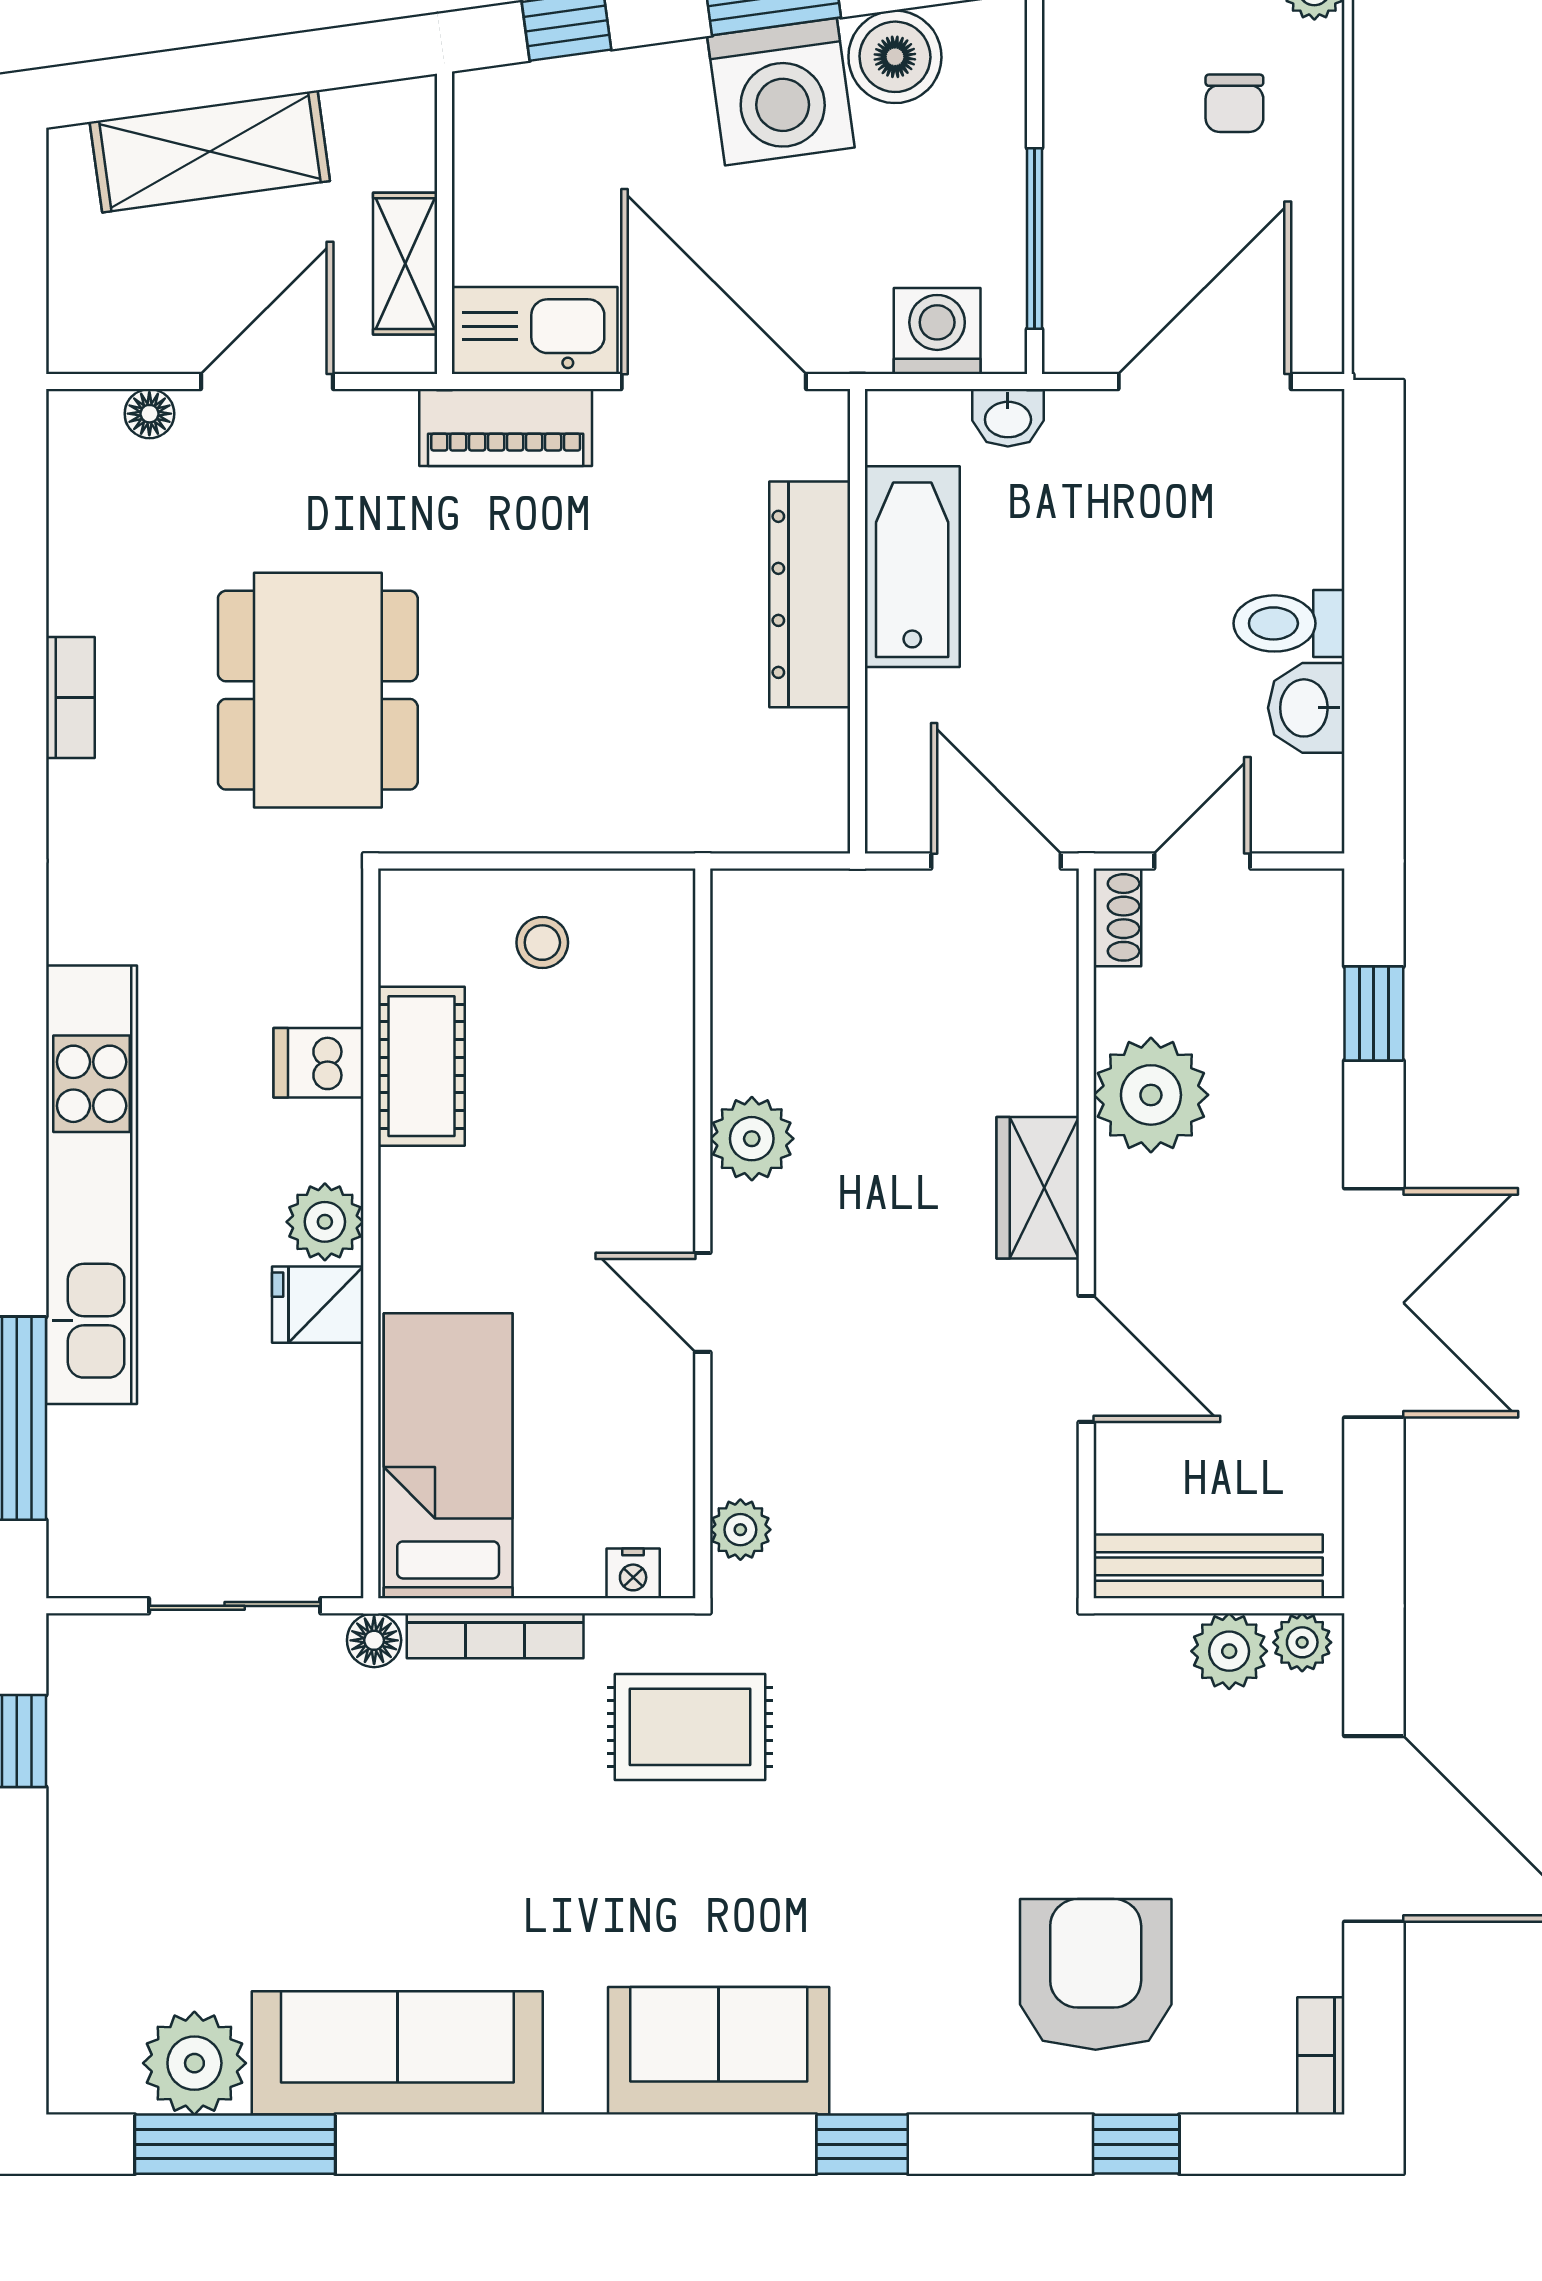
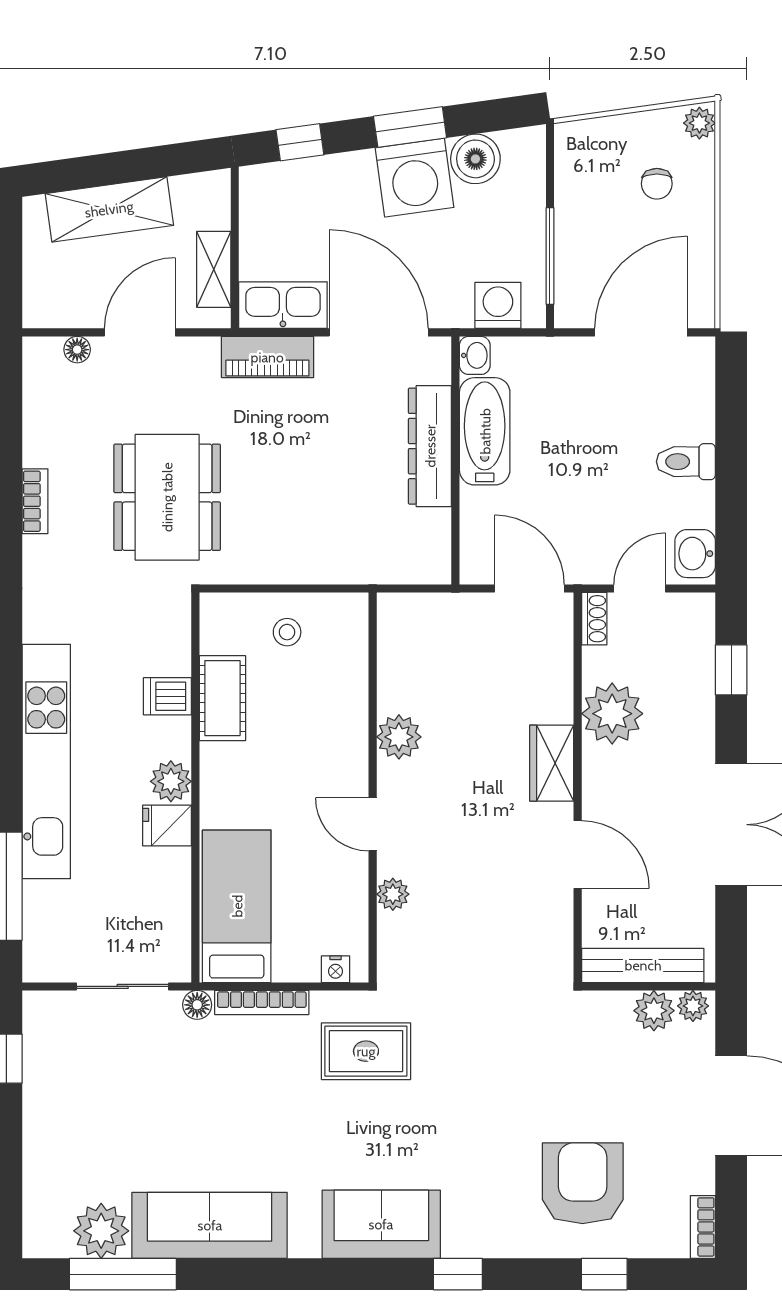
washbasin: (1008, 418) -> (475, 355), moved, turned -90
washbasin: (1306, 708) -> (695, 554), moved
plant: (740, 1530) -> (393, 894), moved

